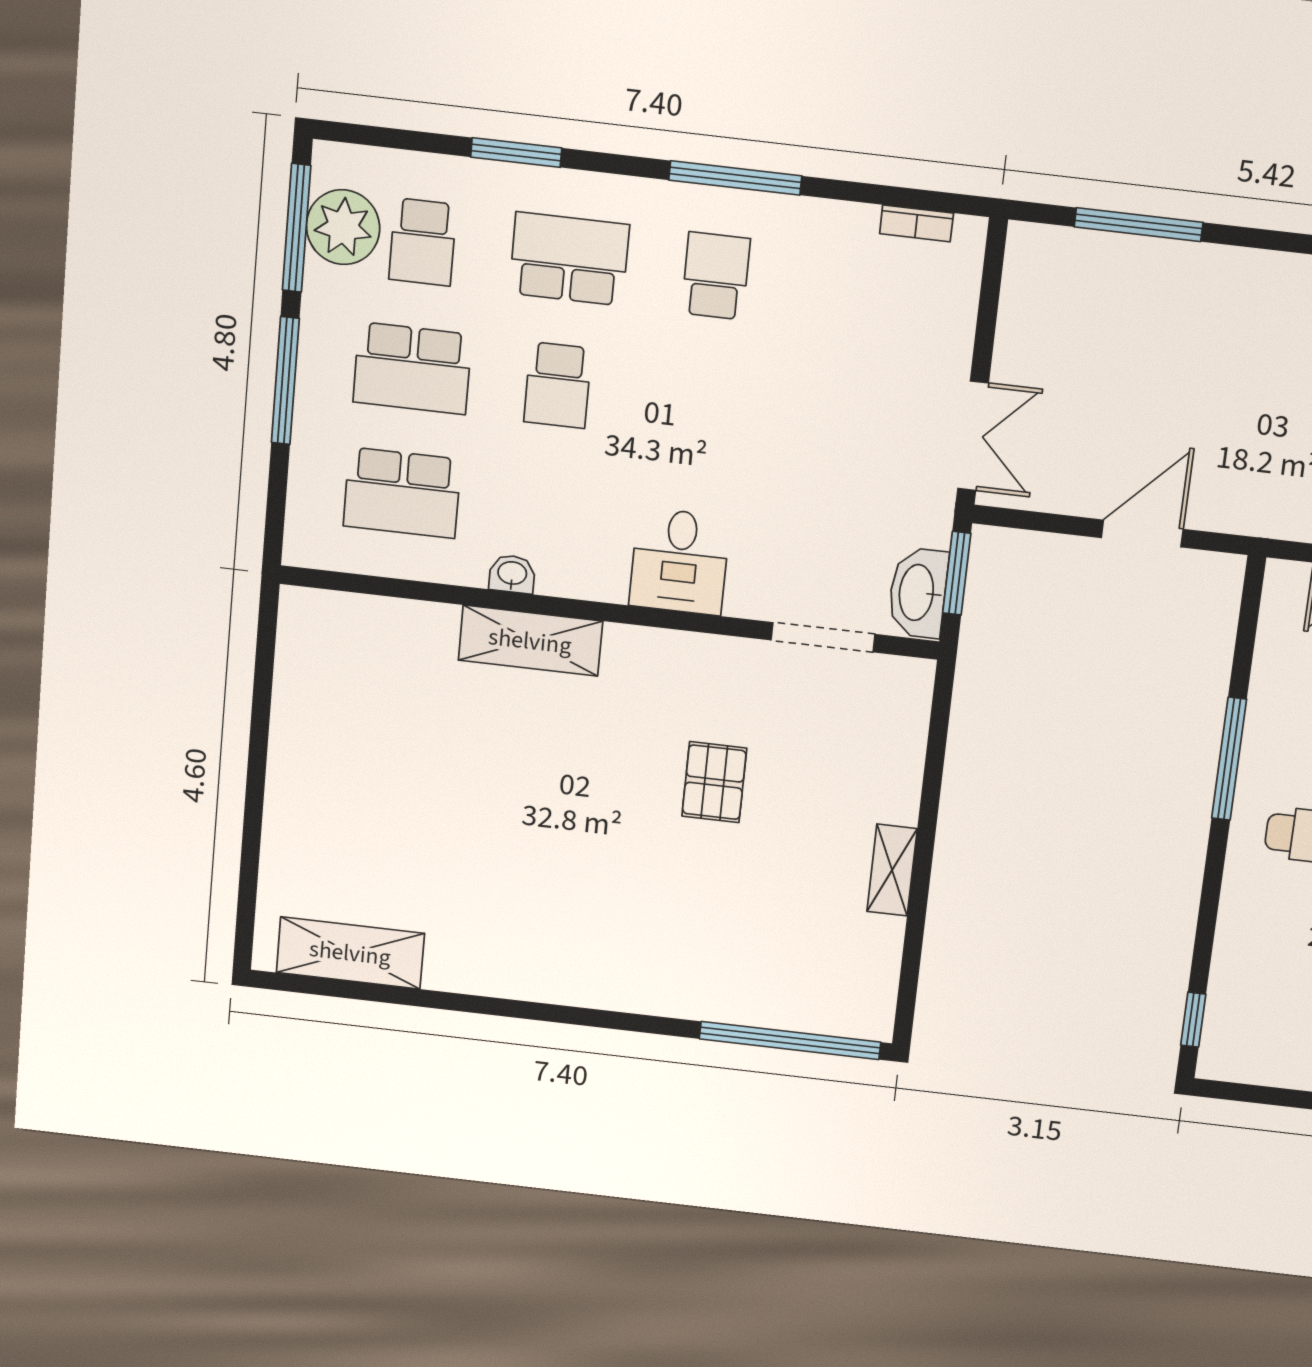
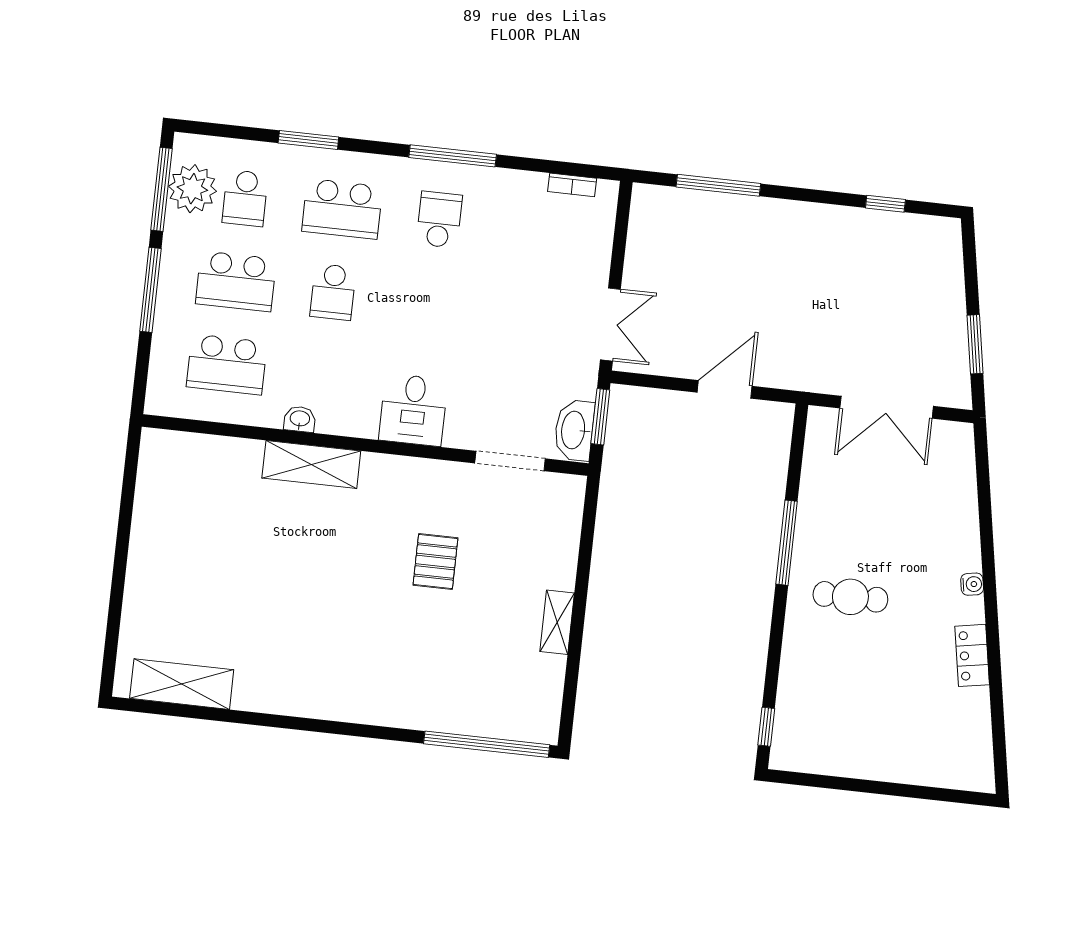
school desk: (569, 259) -> (342, 209), turned 180

